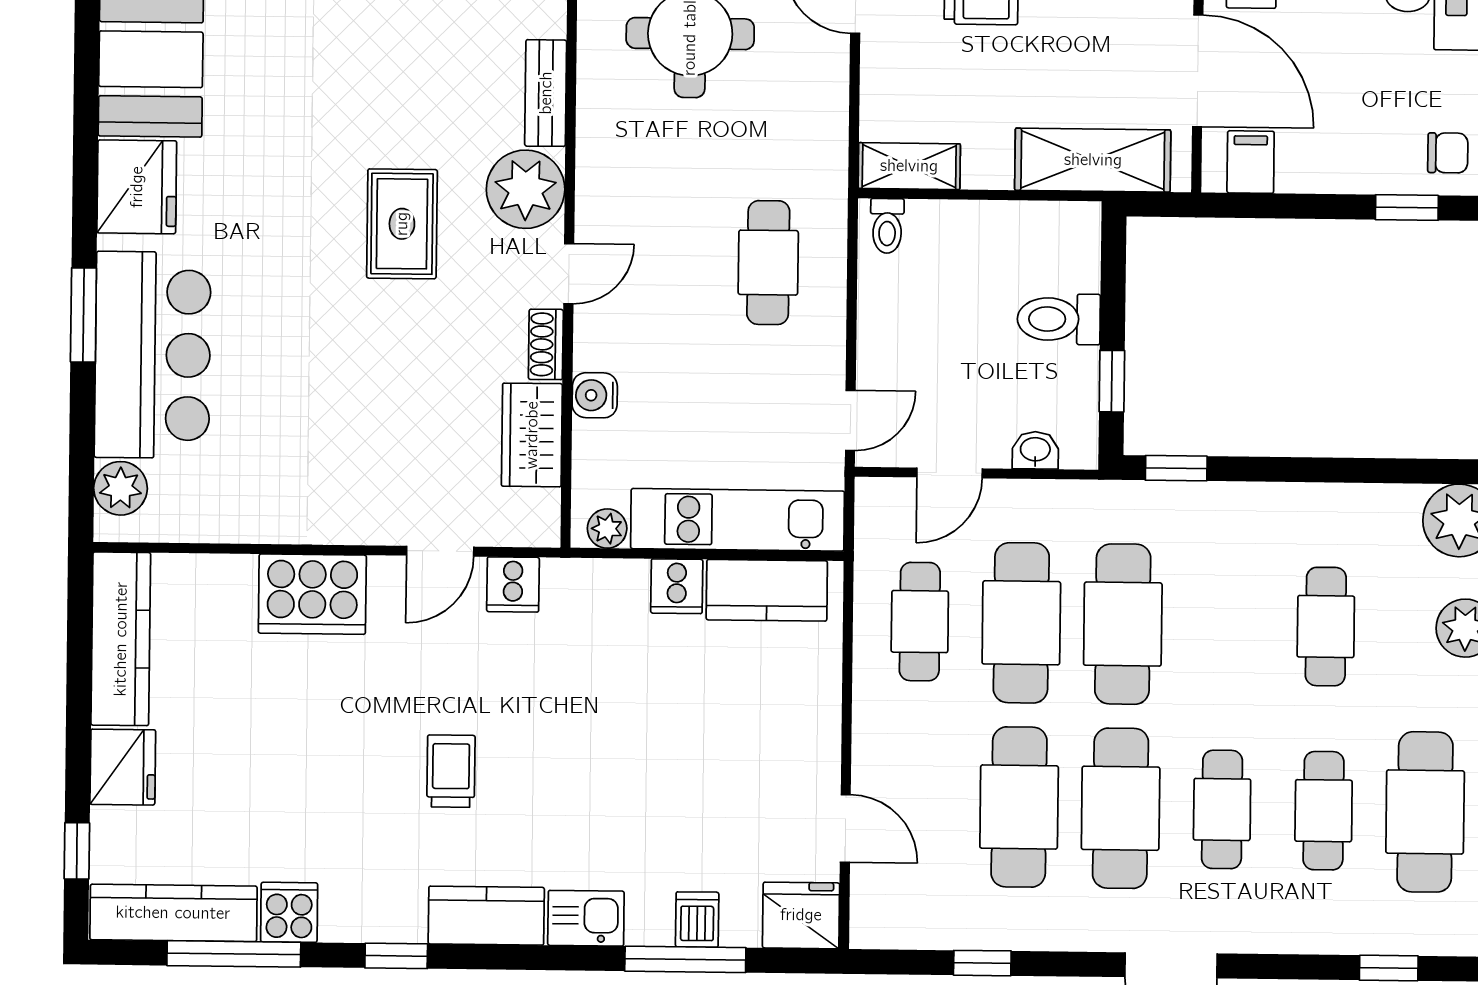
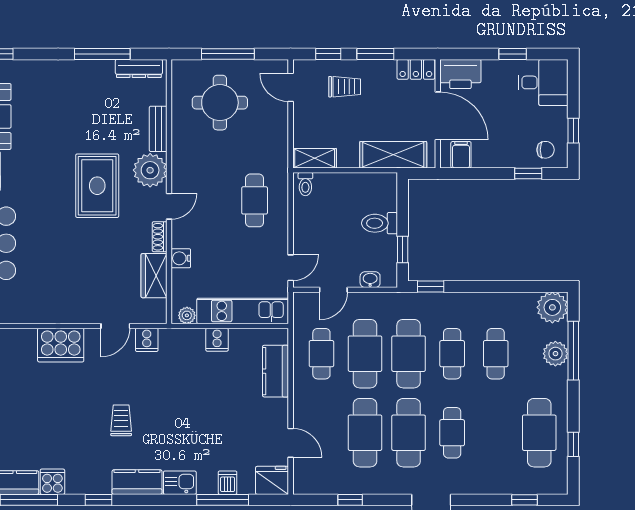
rug: (402, 224) -> (97, 186), width x1.36, depth x1.43
kitchen counter: (767, 590) -> (276, 371), moved, turned 90
cafe table: (1324, 811) -> (452, 354), moved

